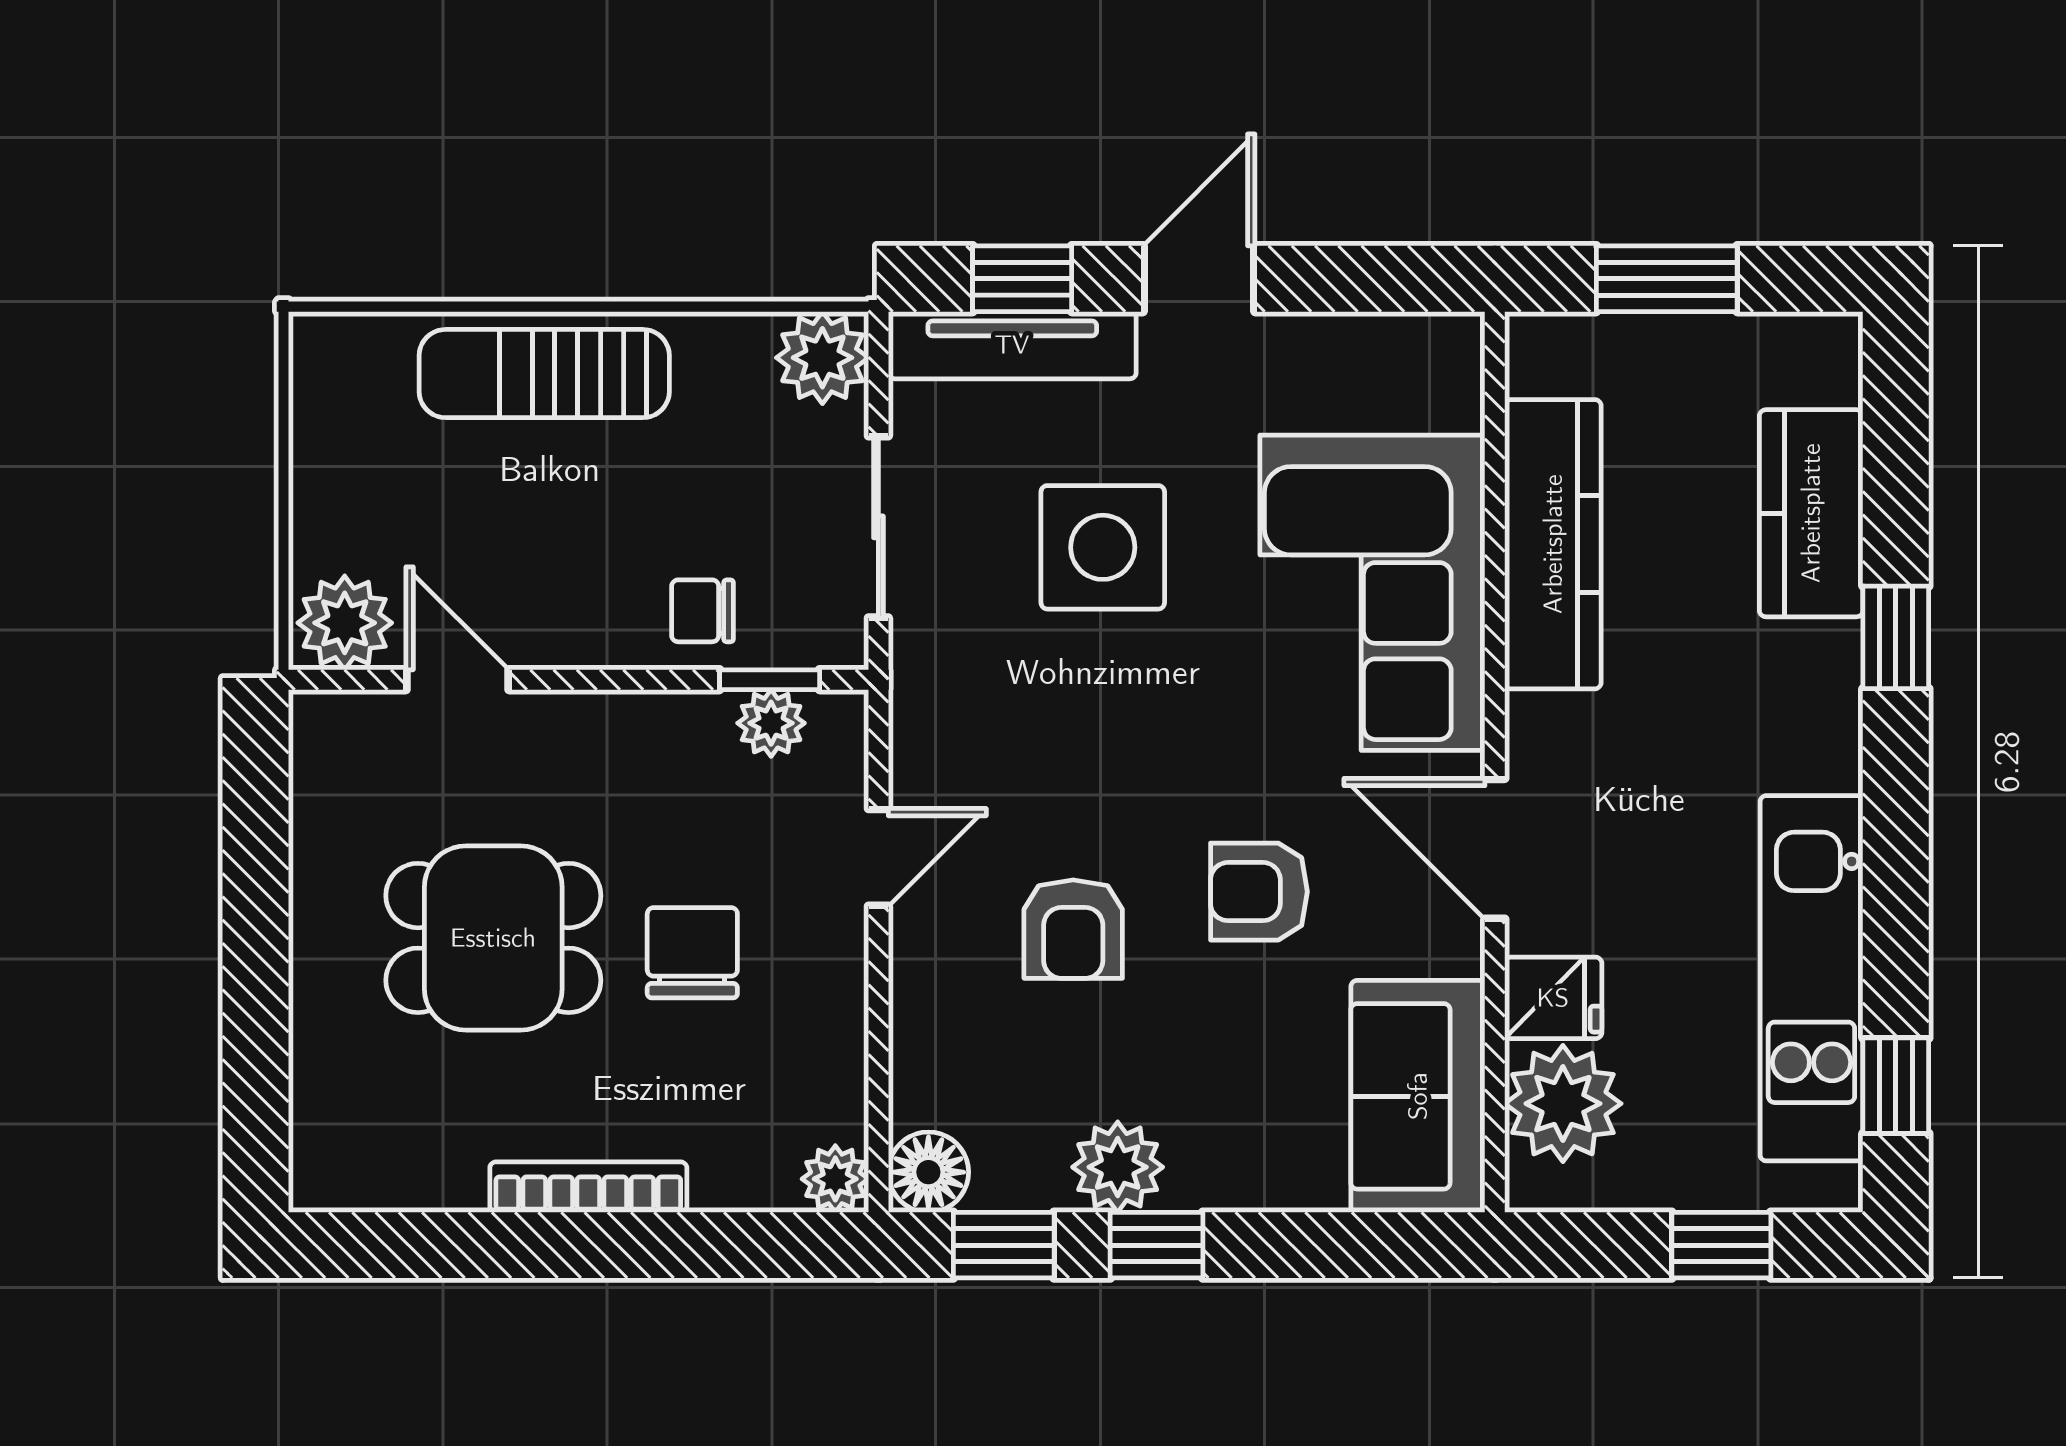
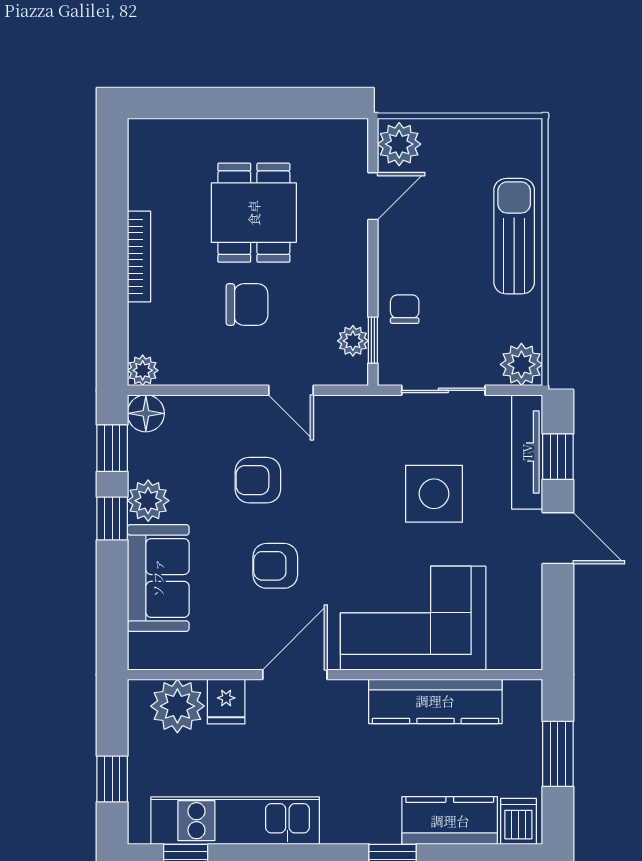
dishwasher: (1813, 364) -> (518, 821), added
armchair: (1259, 892) -> (275, 566), turned -90
sofa: (1418, 1096) -> (158, 578), moved, turned 90

